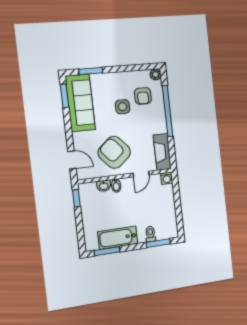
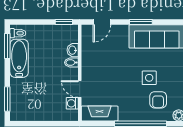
window: (64, 96) -> (141, 22), moved
armchair: (143, 96) -> (158, 100), turned -90
armchair: (114, 152) -> (105, 64), removed
washing machine: (167, 178) -> (72, 103), moved
toilet: (150, 234) -> (18, 33), moved

